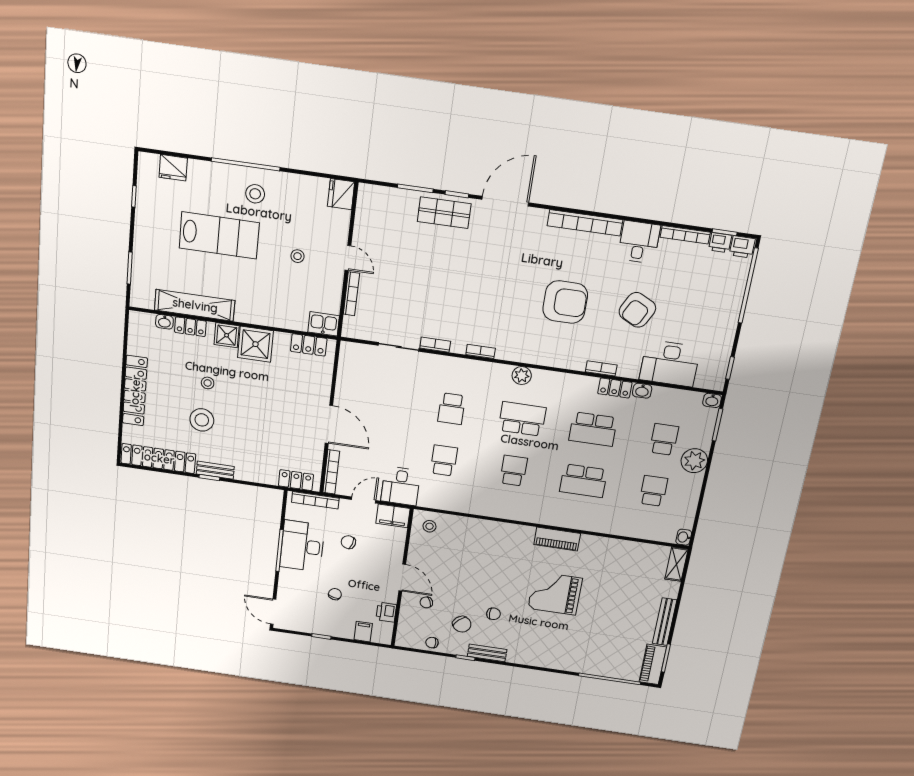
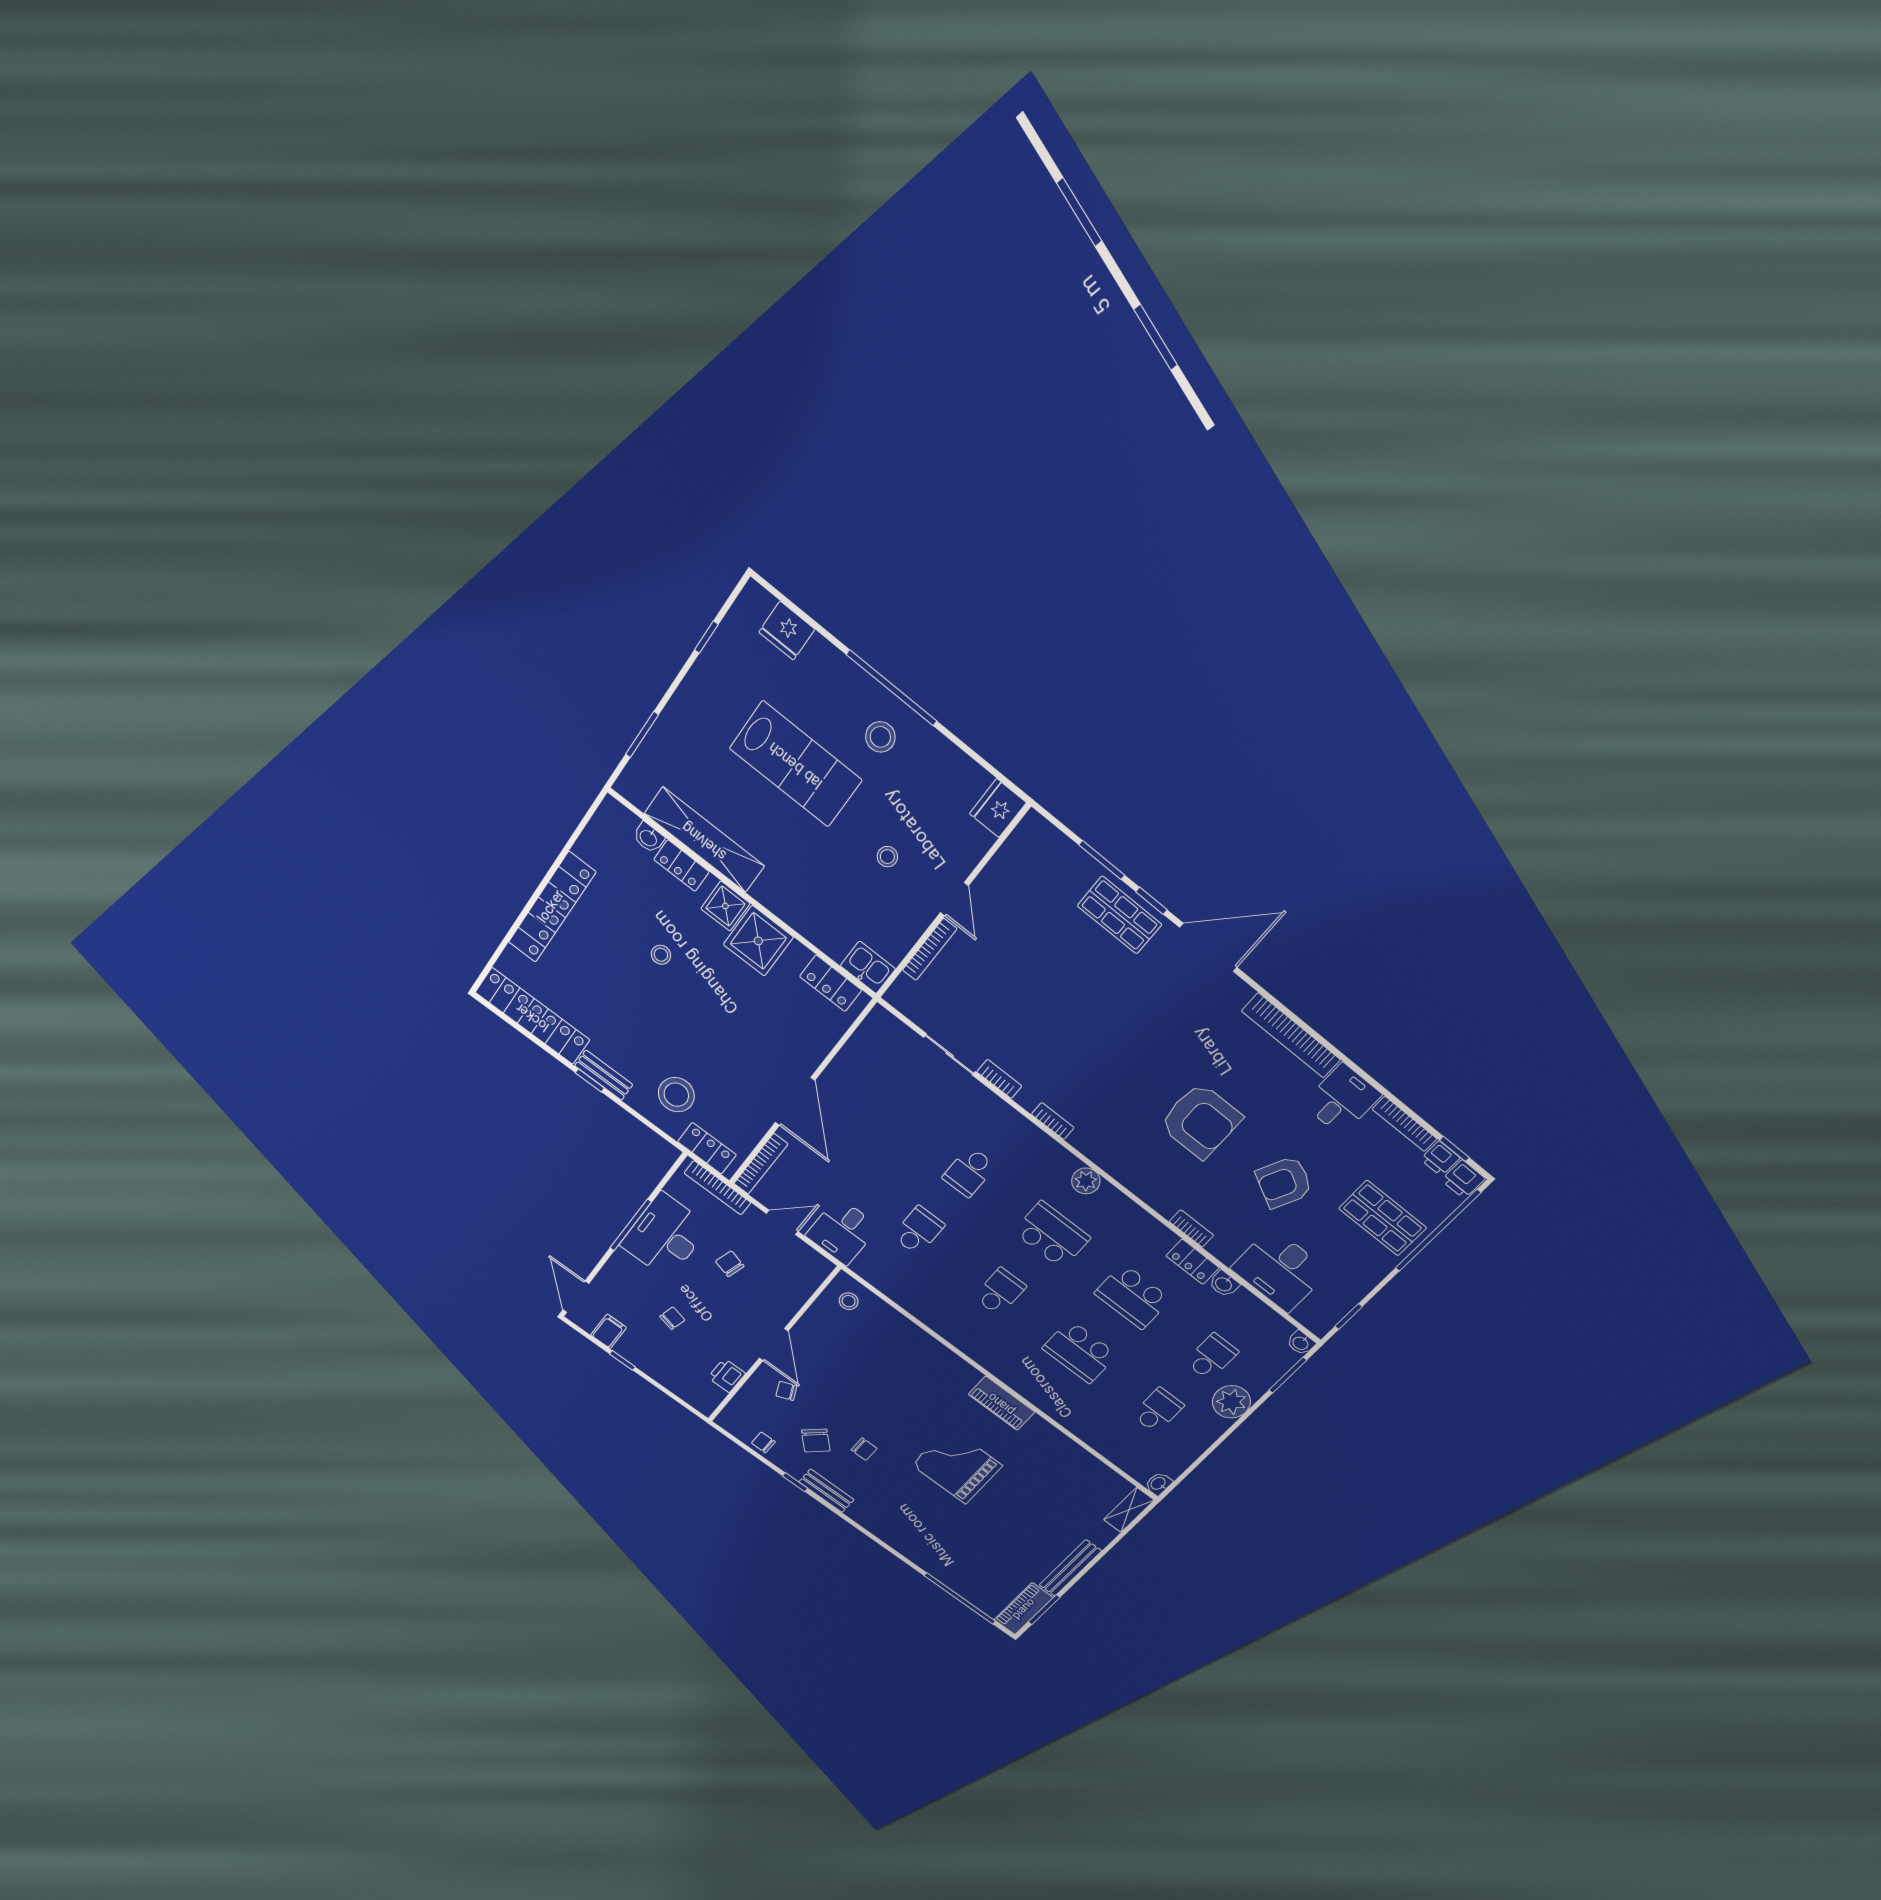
shop shelf: (710, 297) -> (1383, 1218), added
stool: (202, 420) -> (676, 1095), moved
filing cabinet: (393, 516) -> (809, 1263), removed
filing cabinet: (363, 632) -> (609, 1331), moved

